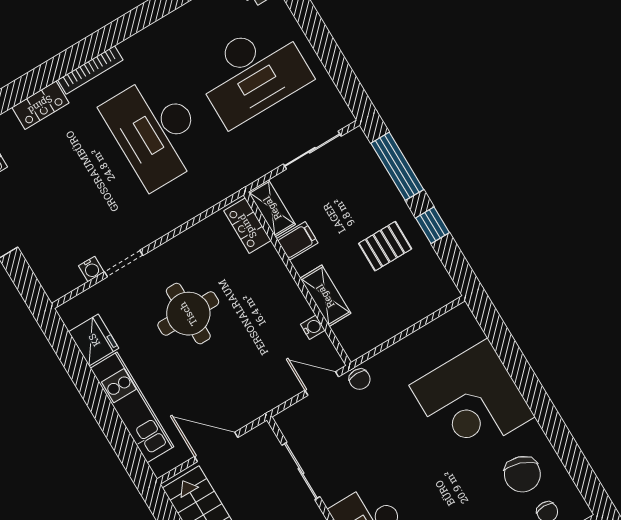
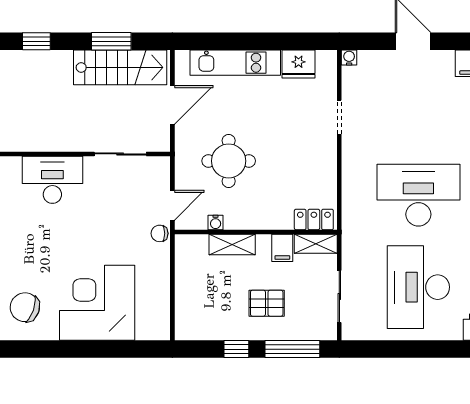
pallet: (385, 246) -> (267, 303), moved, turned 90
water cooler: (91, 269) -> (349, 58), moved, turned 90
round table: (188, 314) -> (229, 161), moved

